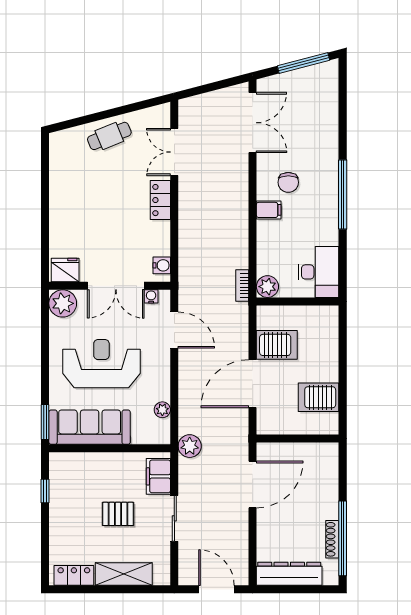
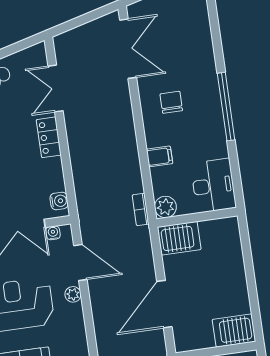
chair: (288, 182) -> (171, 102), turned 180
filing cabinet: (269, 210) -> (159, 156), moved
server rack: (277, 345) -> (179, 238), moved
server rack: (319, 397) -> (234, 330), moved
plant: (162, 410) -> (73, 294), moved

